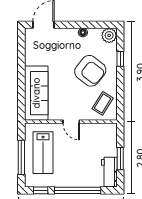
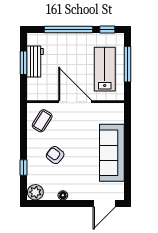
armchair: (90, 71) -> (55, 155), width x0.53, depth x0.53
sofa: (36, 93) -> (112, 153), moved
door: (71, 122) -> (75, 102), width x1.88
workbench: (109, 172) -> (35, 61), moved

